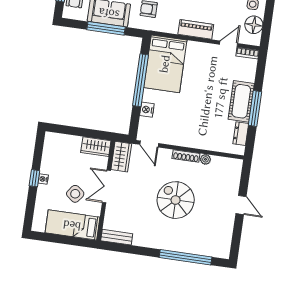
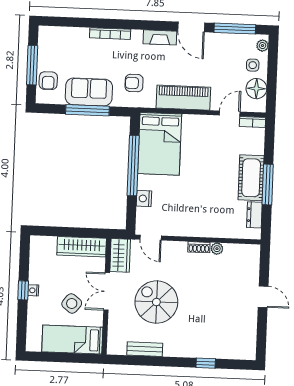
piano: (196, 29) -> (183, 98), width x1.37, depth x1.33
wardrobe: (96, 147) -> (82, 247), width x1.50
shoe rack: (186, 156) -> (199, 247), width x0.70
spiral stairs: (176, 200) -> (156, 302), moved
bench: (117, 237) -> (145, 349), moved
window: (186, 257) -> (206, 363), width x0.32

